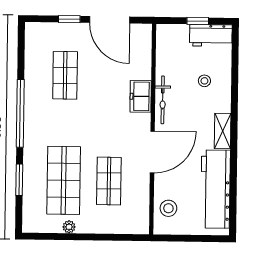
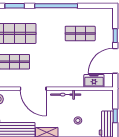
freezer: (141, 96) -> (94, 81), moved

